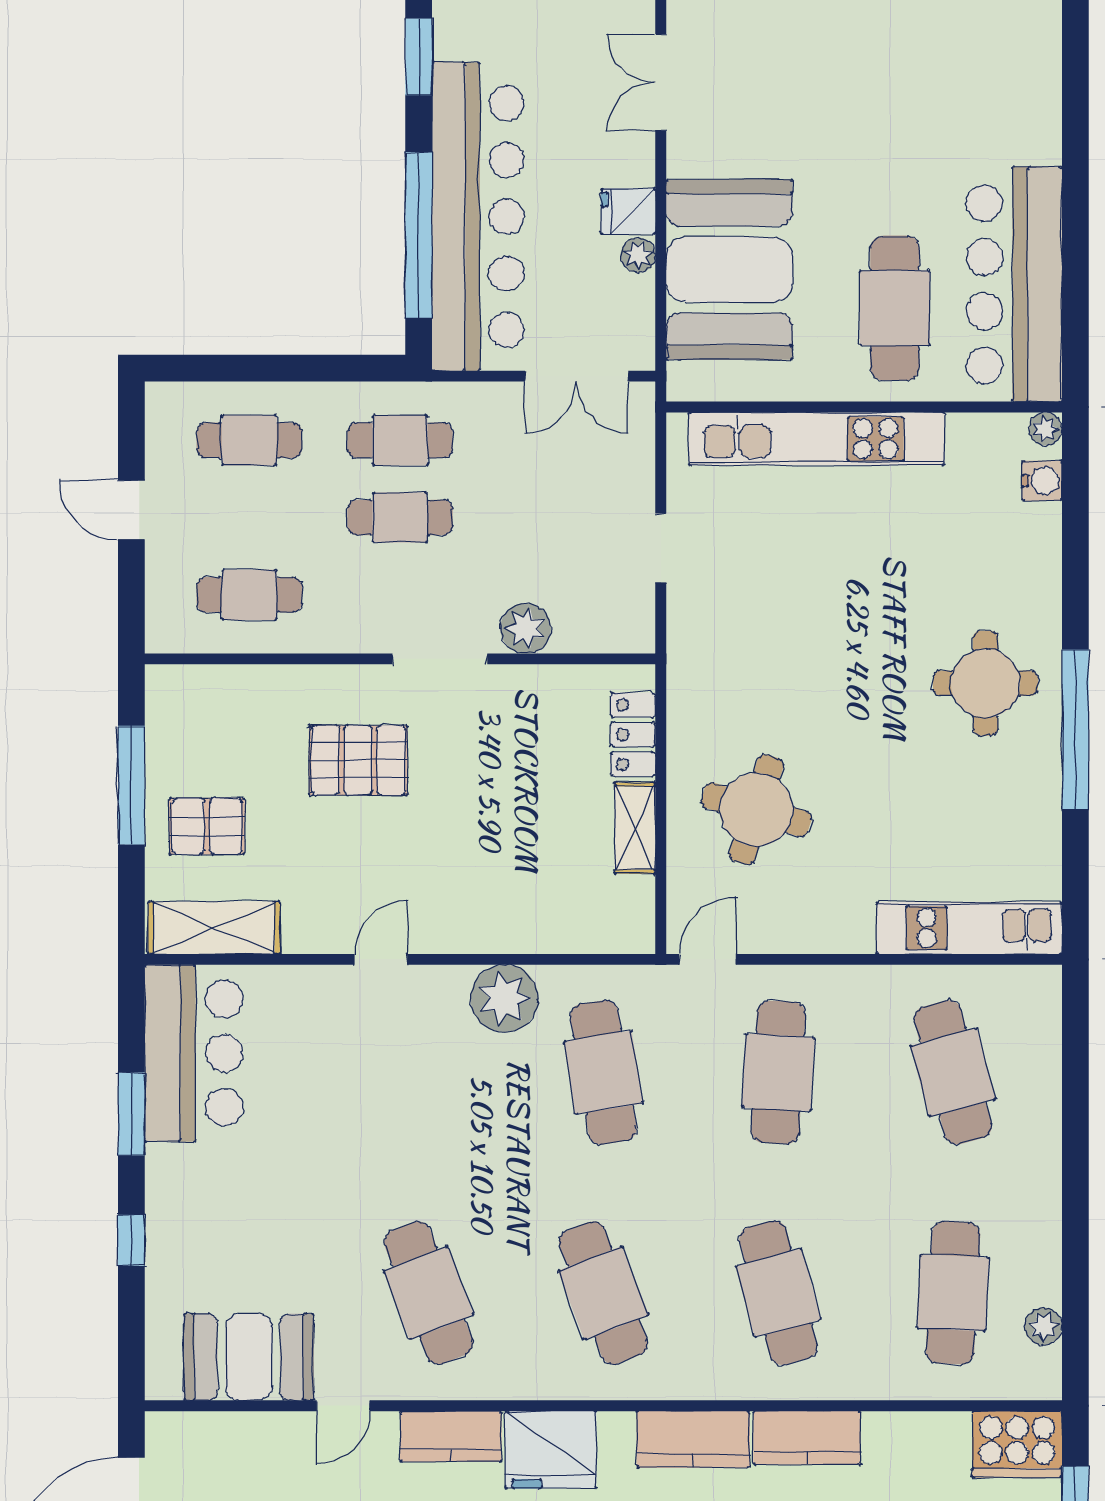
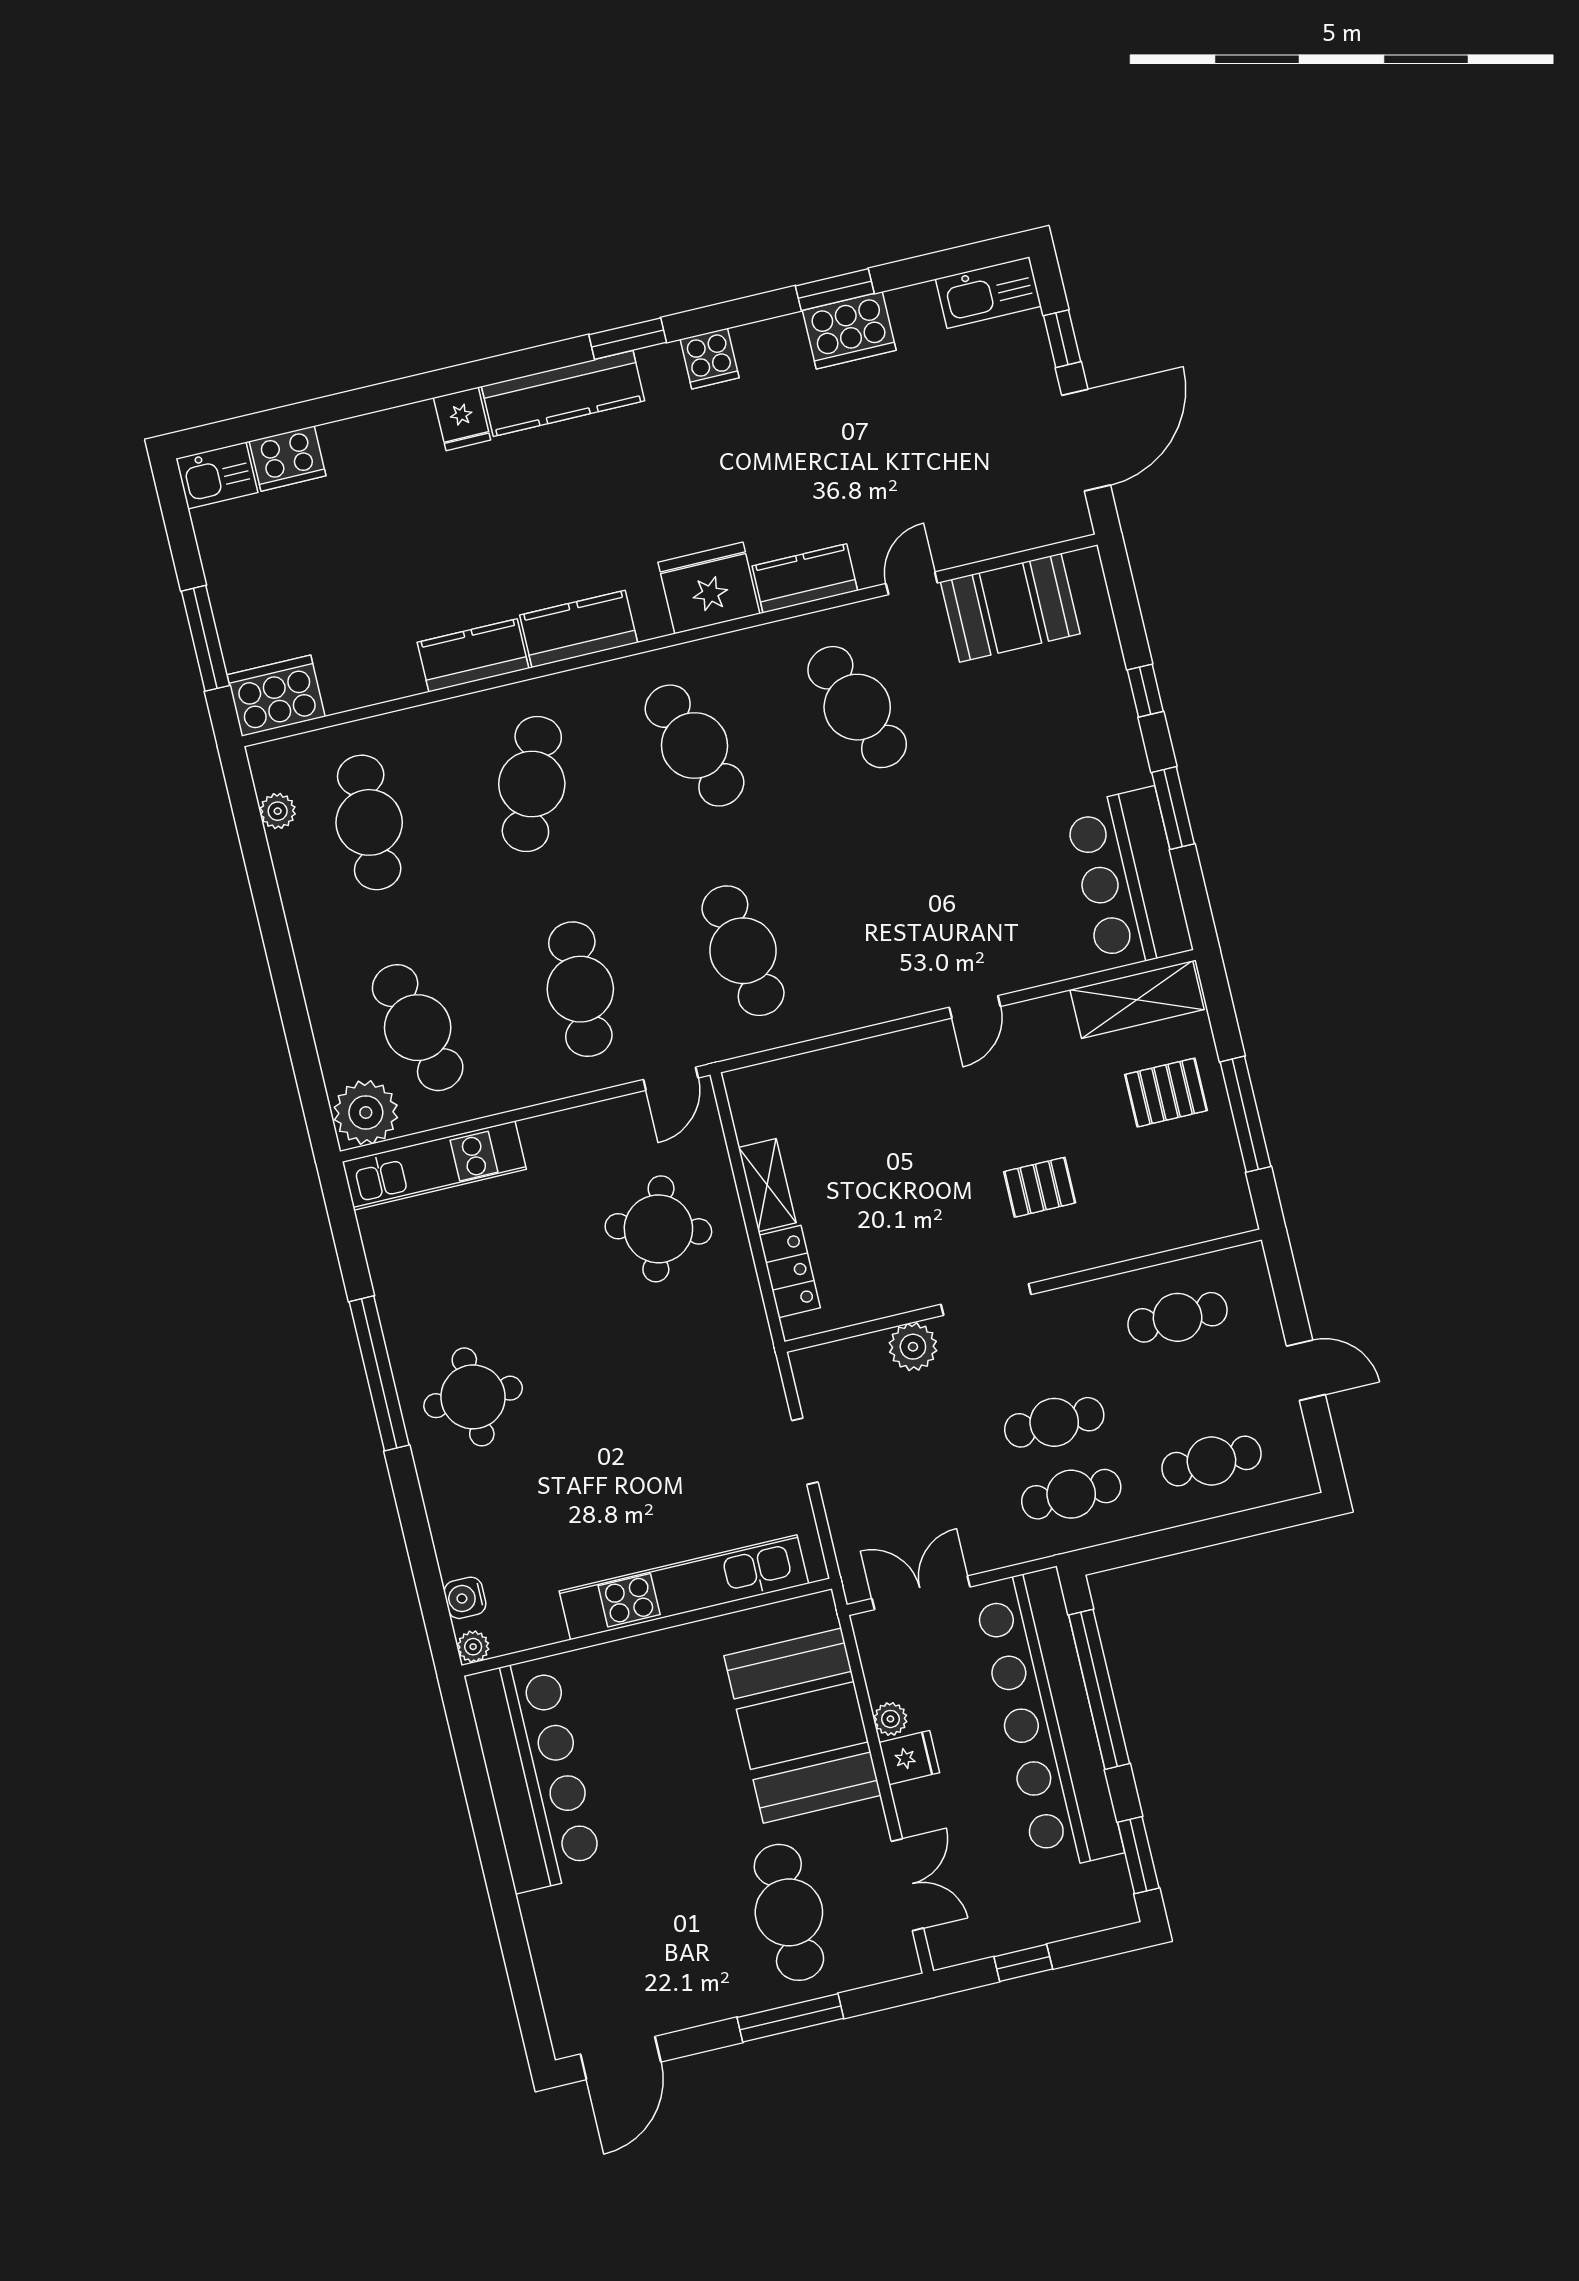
cafe table: (895, 308) -> (789, 1912), moved
pallet: (358, 760) -> (1040, 1187), width x0.67, depth x0.71
plant: (504, 998) -> (366, 1112), moved
cafe table: (778, 1293) -> (532, 784), turned 36

